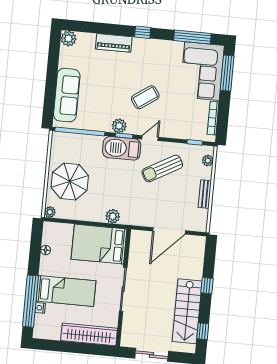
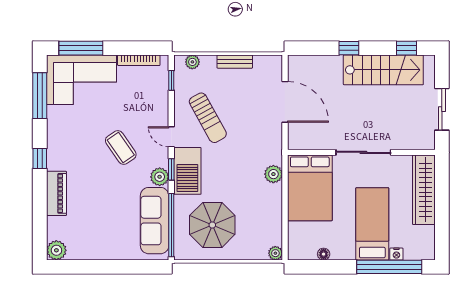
sofa: (67, 95) -> (155, 221), moved, turned -90
parasol: (70, 181) -> (212, 225), moved

